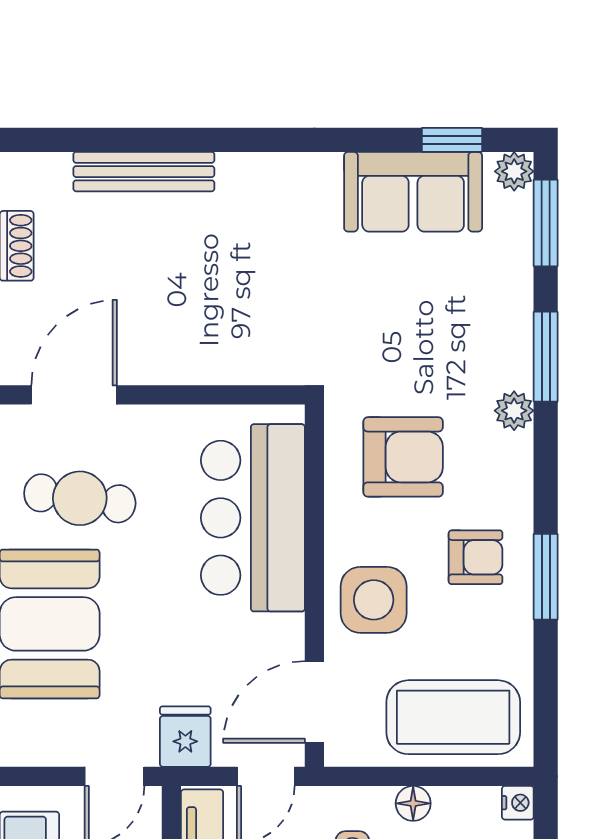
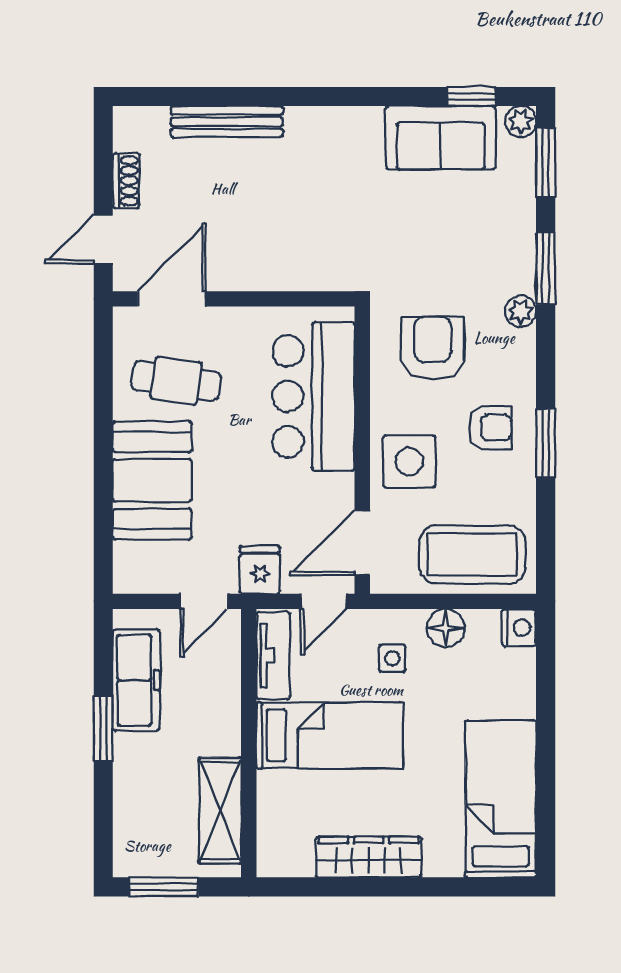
armchair: (403, 457) -> (433, 348), turned -90
floor lamp: (413, 803) -> (446, 628), width x1.37, depth x1.37
nightstand: (518, 803) -> (519, 628), width x1.39, depth x1.35

